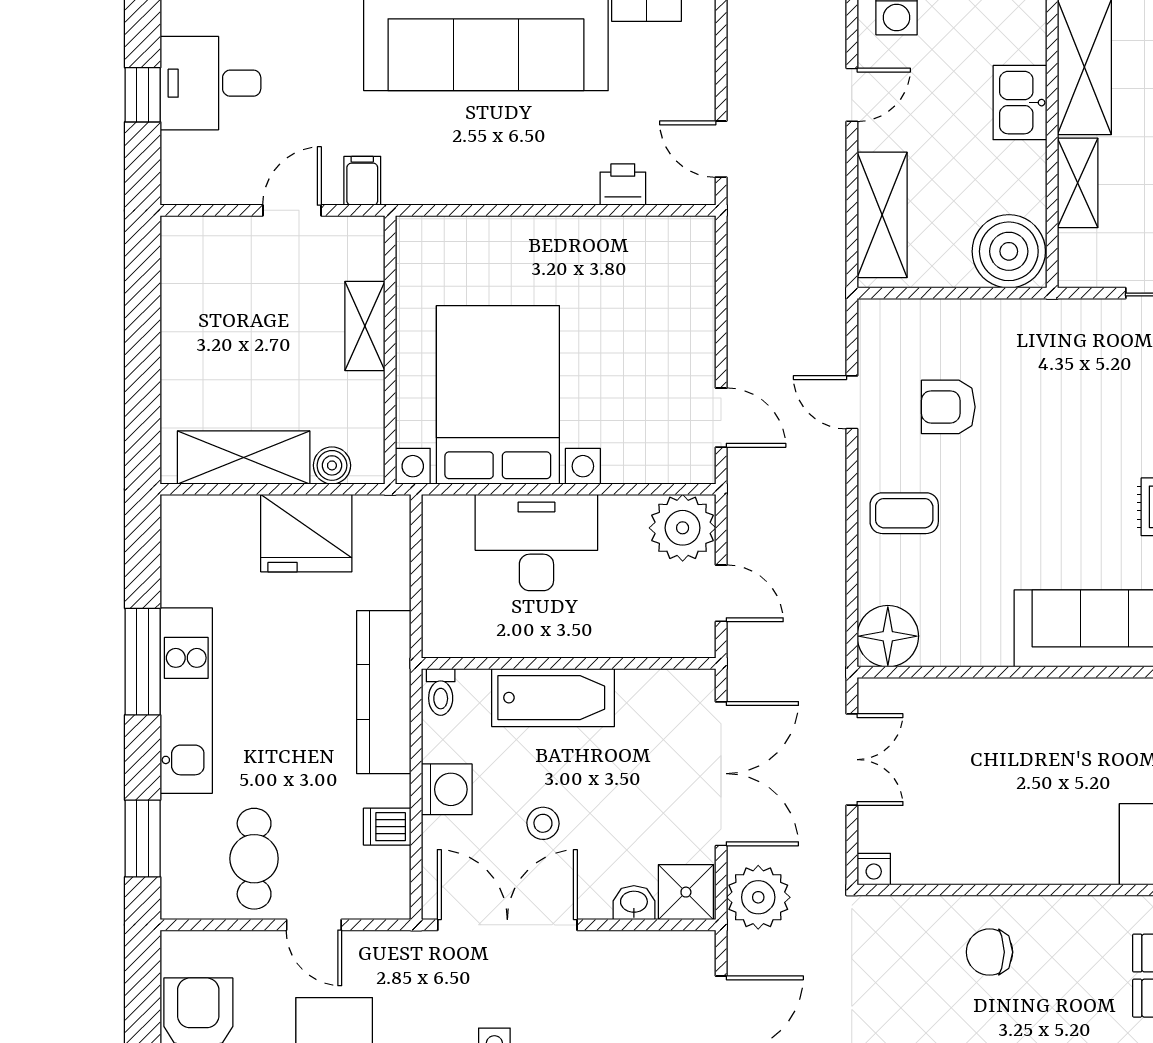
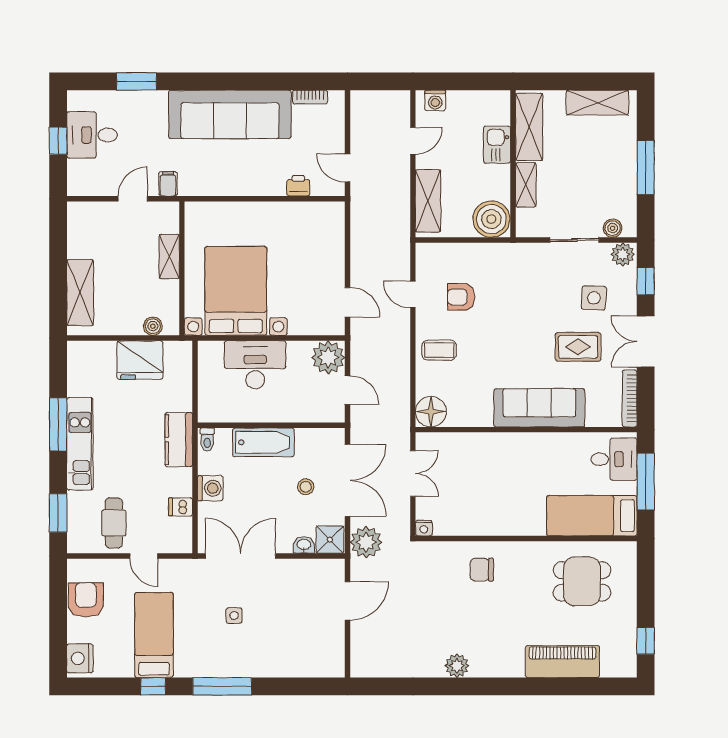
shelving: (244, 457) -> (80, 293), moved, turned 90
kitchen counter: (384, 692) -> (179, 440), width x0.67
stool: (543, 823) -> (306, 487), moved

